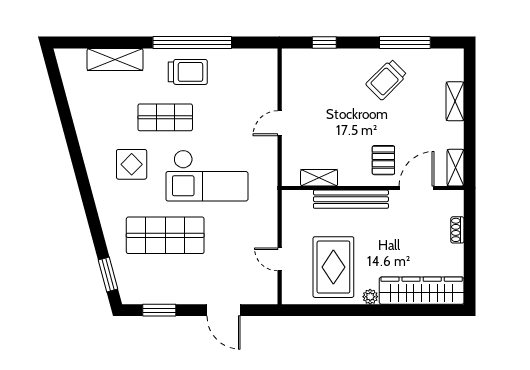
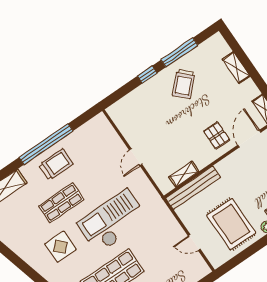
window: (324, 43) -> (147, 75), moved
checkout: (207, 176) -> (113, 221), turned 180
bench: (351, 199) -> (193, 188), moved

